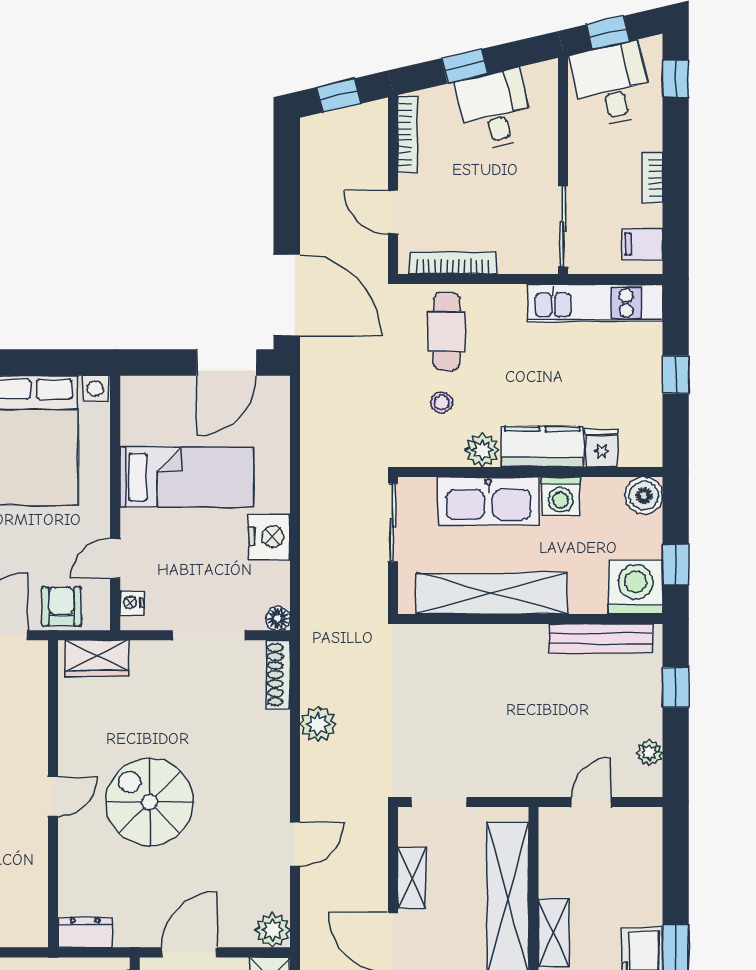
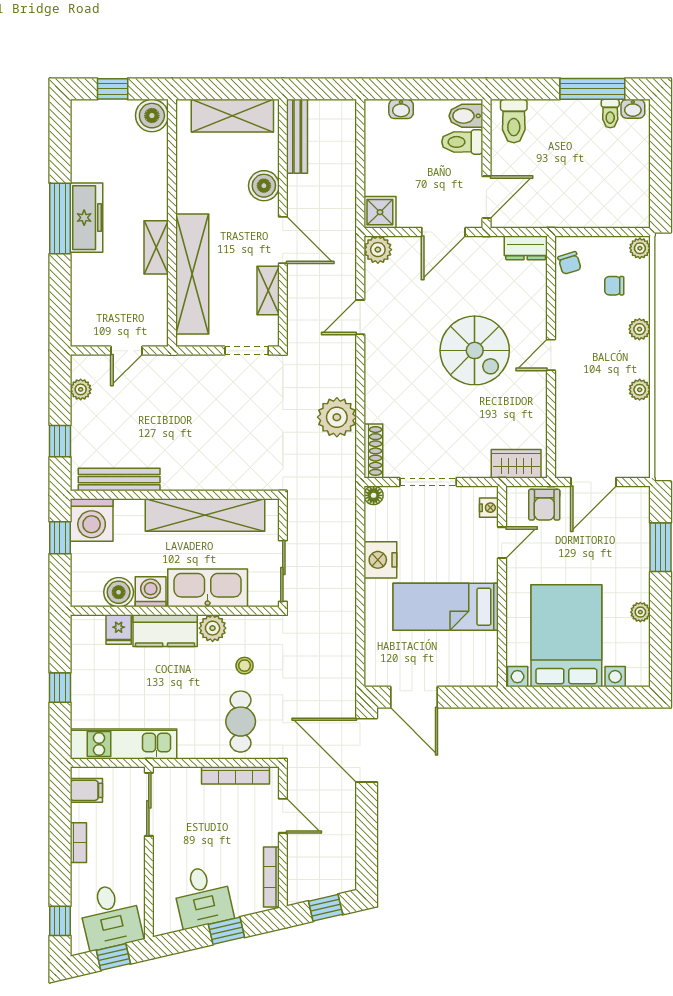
door: (227, 362) -> (414, 697), swing flipped
boiler: (644, 496) -> (119, 592), moved
plant: (318, 724) -> (337, 417), width x1.36, depth x1.36
chair: (29, 913) -> (570, 263), added

